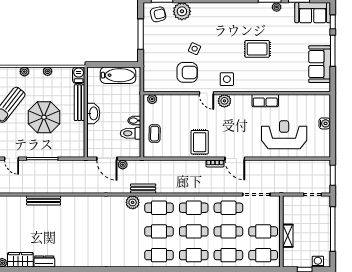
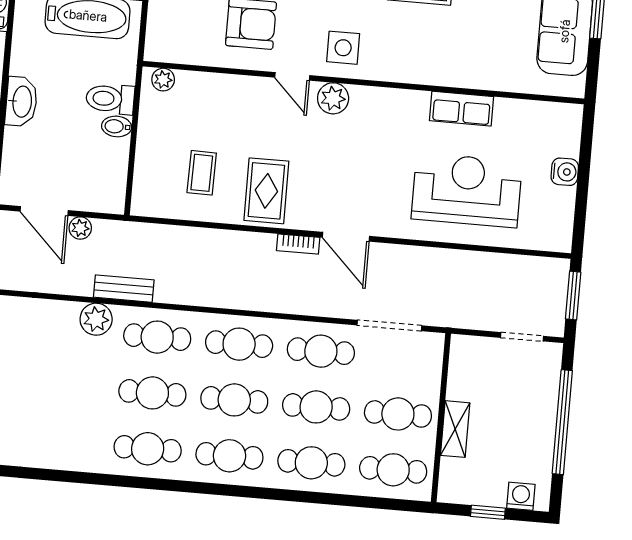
row of seats: (265, 101) -> (462, 109), moved
toilet: (131, 133) -> (110, 99), moved
coffee table: (155, 134) -> (202, 173), moved

